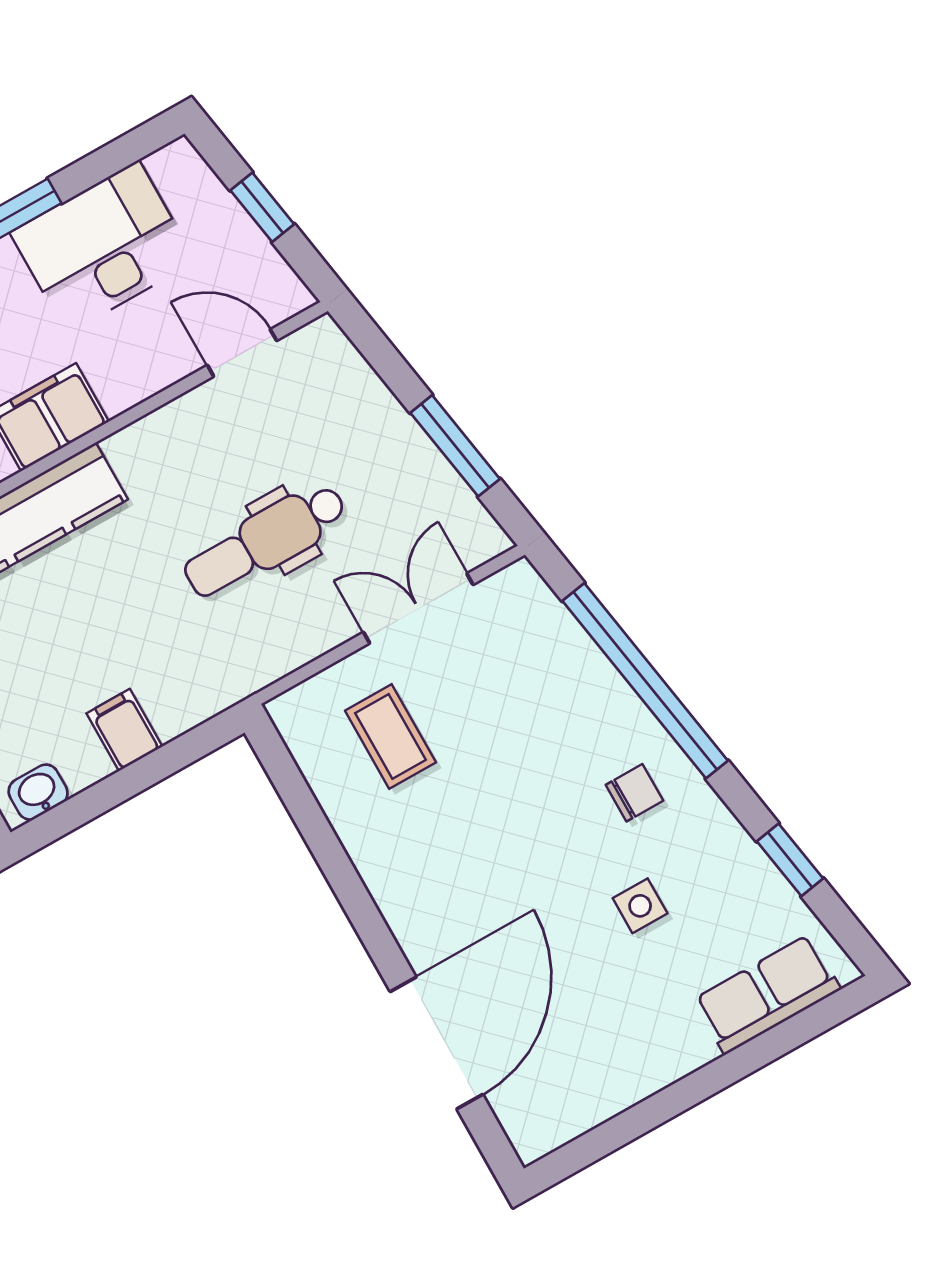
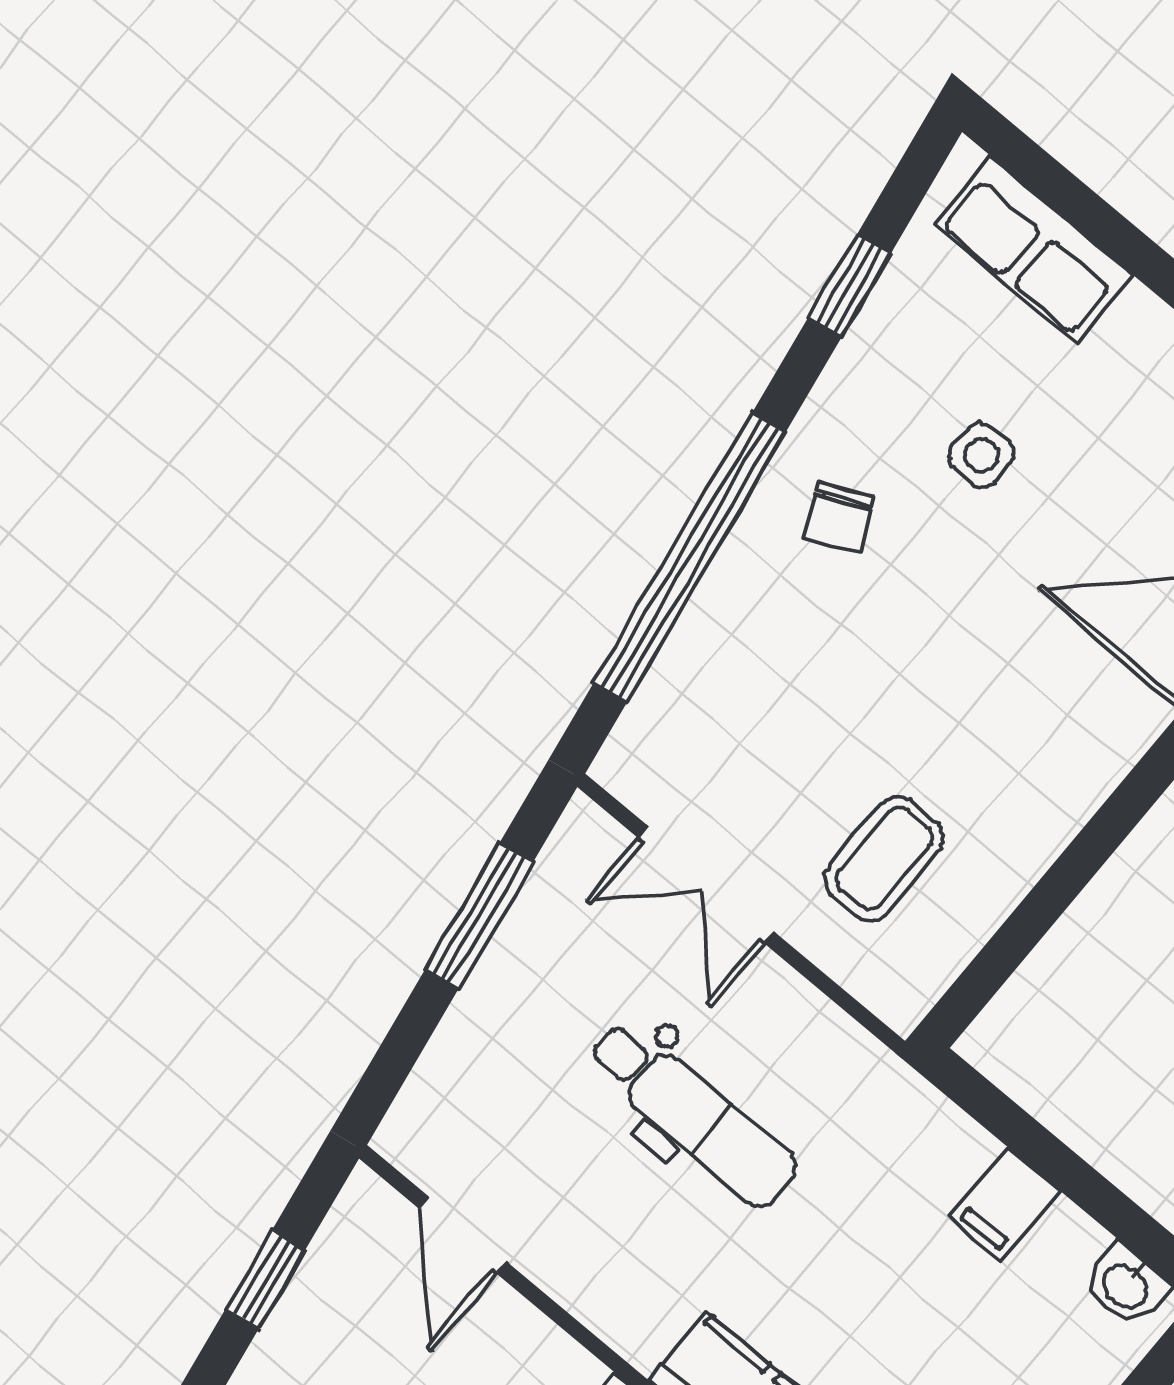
chair: (634, 793) -> (839, 517), turned -114

